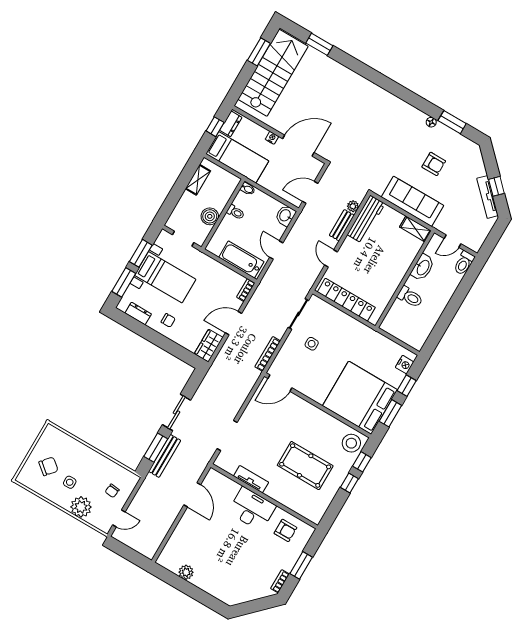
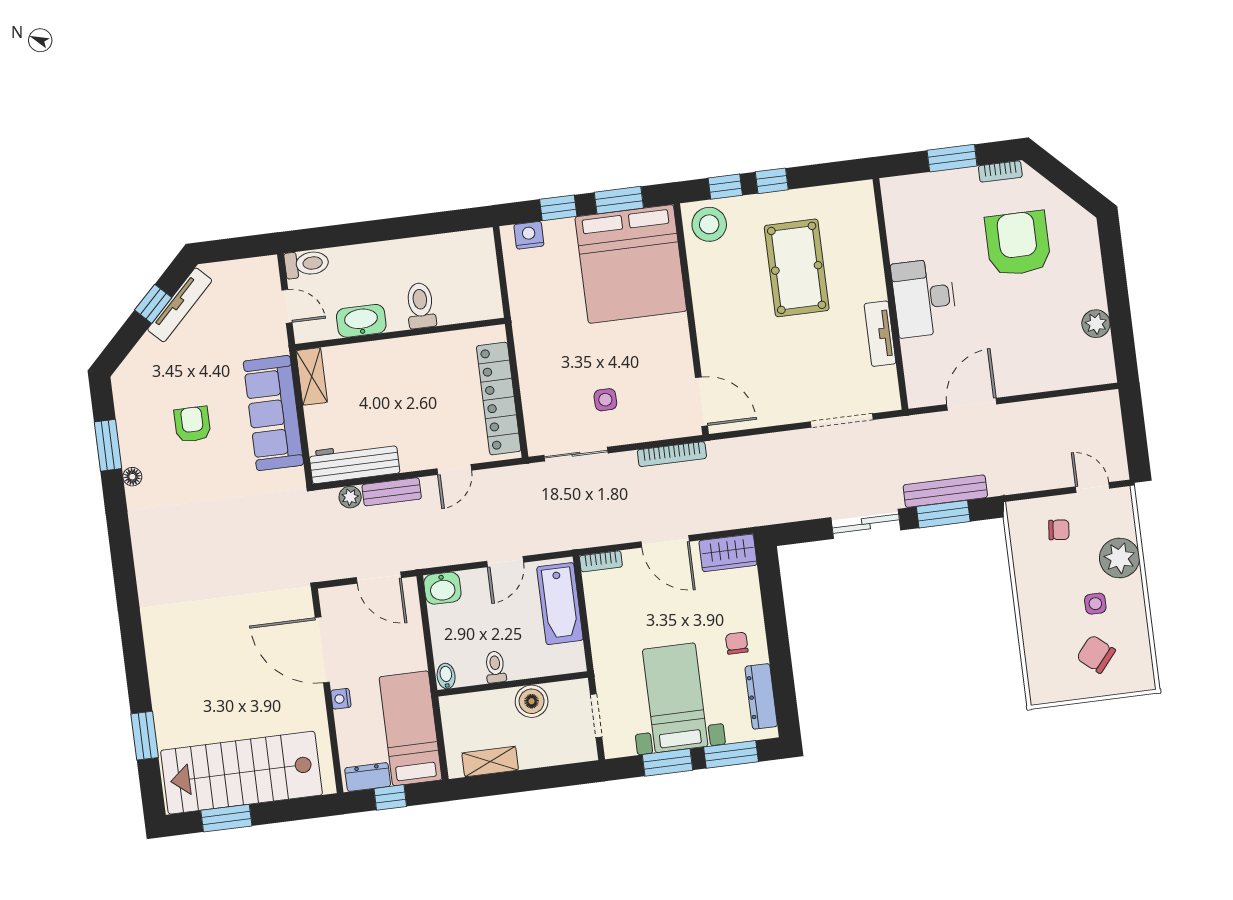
dresser: (138, 313) -> (761, 696), width x1.44
armchair: (285, 530) -> (1018, 243), moved, width x1.88, depth x1.88

